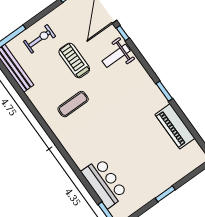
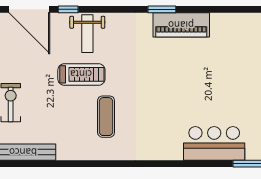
treadmill: (74, 60) -> (81, 74), moved, turned 180
piano: (175, 126) -> (181, 25), moved

